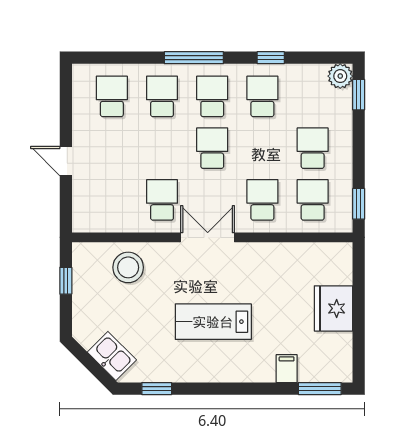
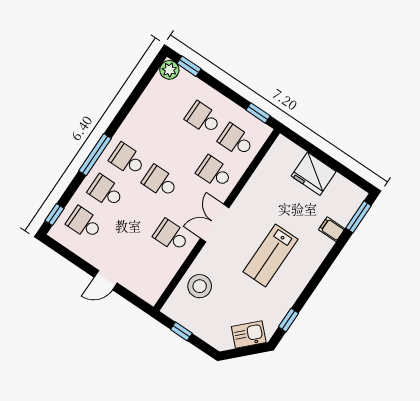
window: (271, 58) -> (55, 214), moved
school desk: (262, 96) -> (149, 128), removed

